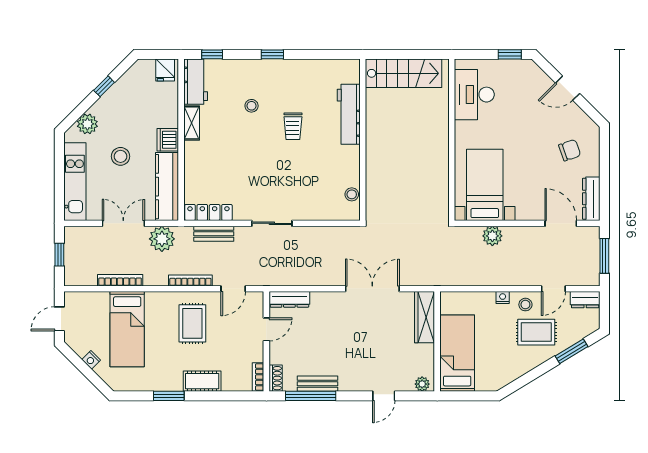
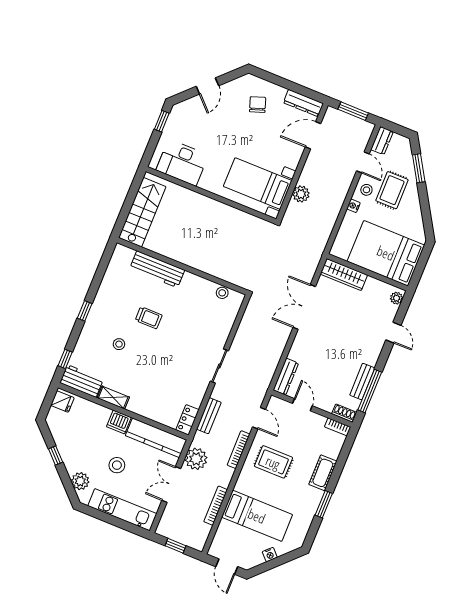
locker: (208, 212) -> (187, 420), width x0.66
bed: (457, 353) -> (386, 253), width x1.50

